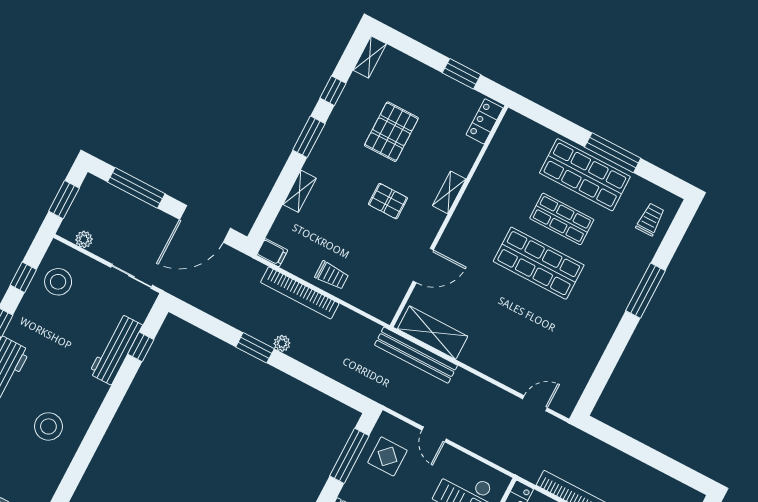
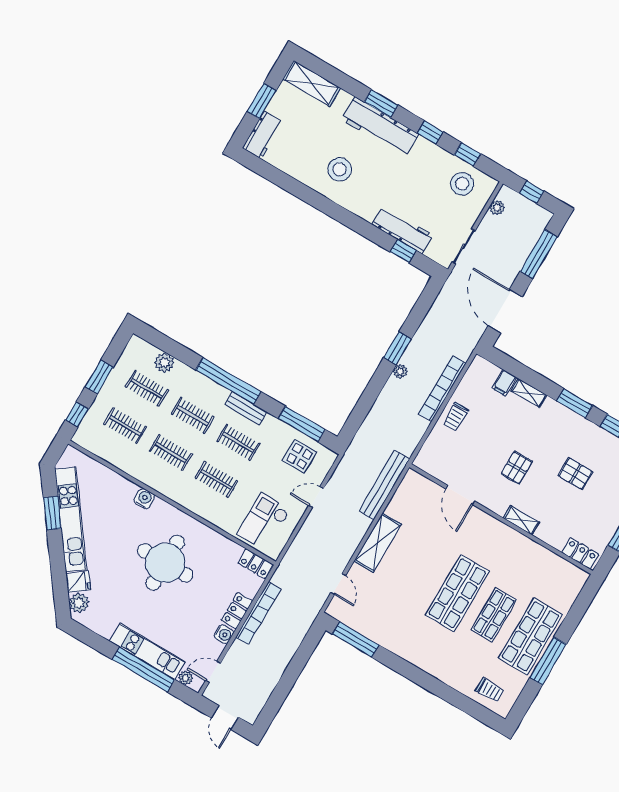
pallet: (391, 132) -> (575, 474), width x0.67, depth x0.71
window: (64, 200) -> (532, 192), width x0.67
filing cabinet: (272, 253) -> (504, 383), moved
window: (645, 291) -> (356, 639), moved
shelving: (433, 333) -> (378, 543), moved

